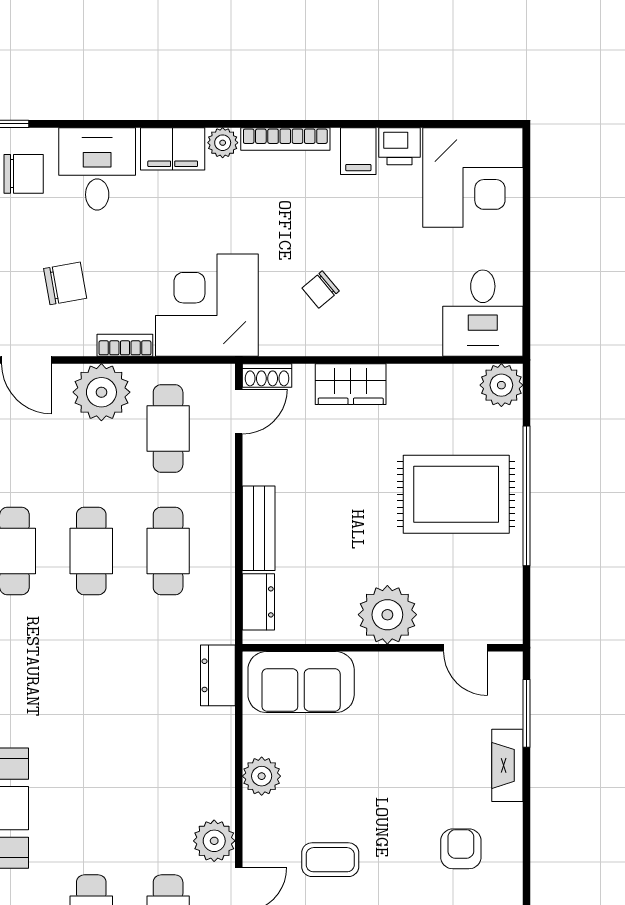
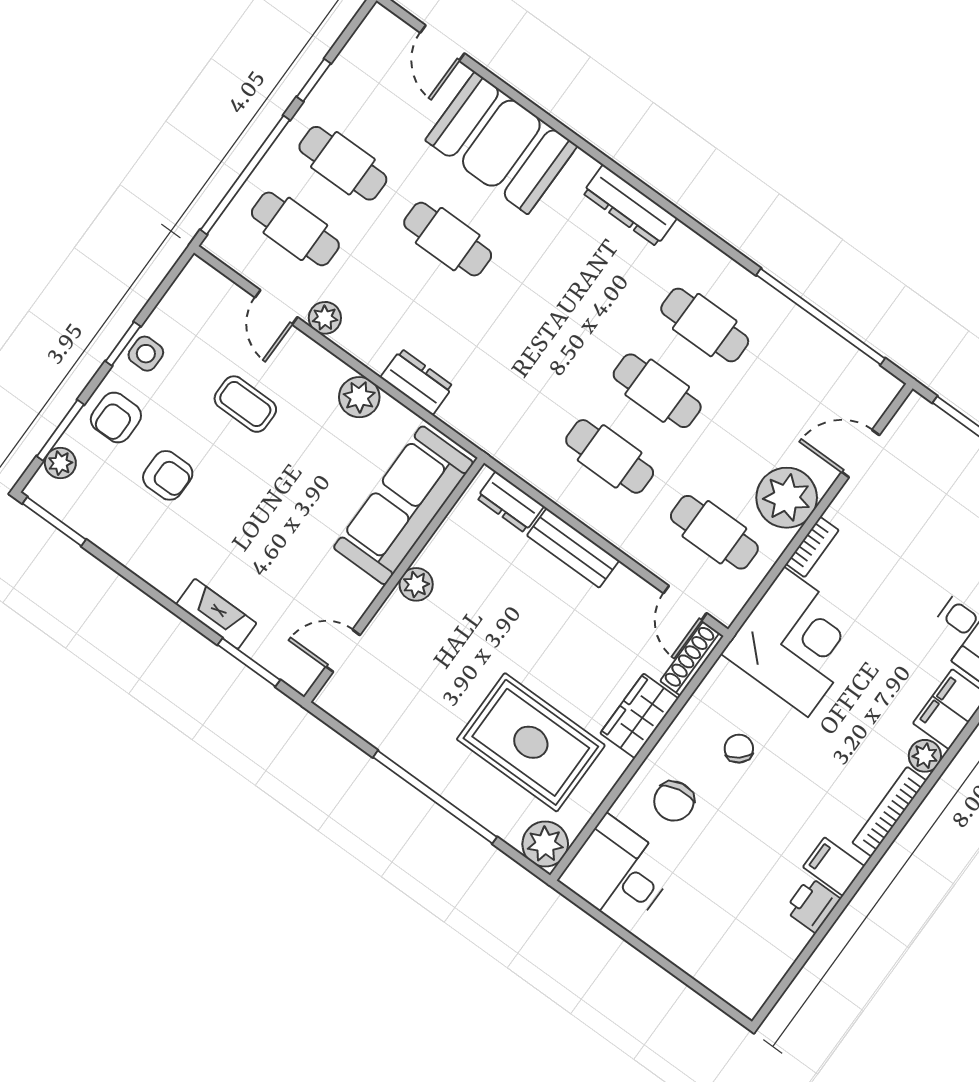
corner desk: (473, 177) -> (740, 948), removed
chair: (65, 283) -> (674, 801), moved
shoe rack: (267, 376) -> (692, 659), width x1.43
rug: (456, 494) -> (531, 742), moved, turned 90
plant: (387, 615) -> (416, 584), width x0.53, depth x0.53
dresser: (218, 675) -> (417, 382), moved
sofa: (301, 682) -> (403, 505), width x1.36
cafe table: (91, 796) -> (448, 239), added
plant: (214, 841) -> (325, 318), width x0.73, depth x0.73
armchair: (461, 849) -> (168, 475), moved
coffee table: (330, 860) -> (245, 404), turned 90

